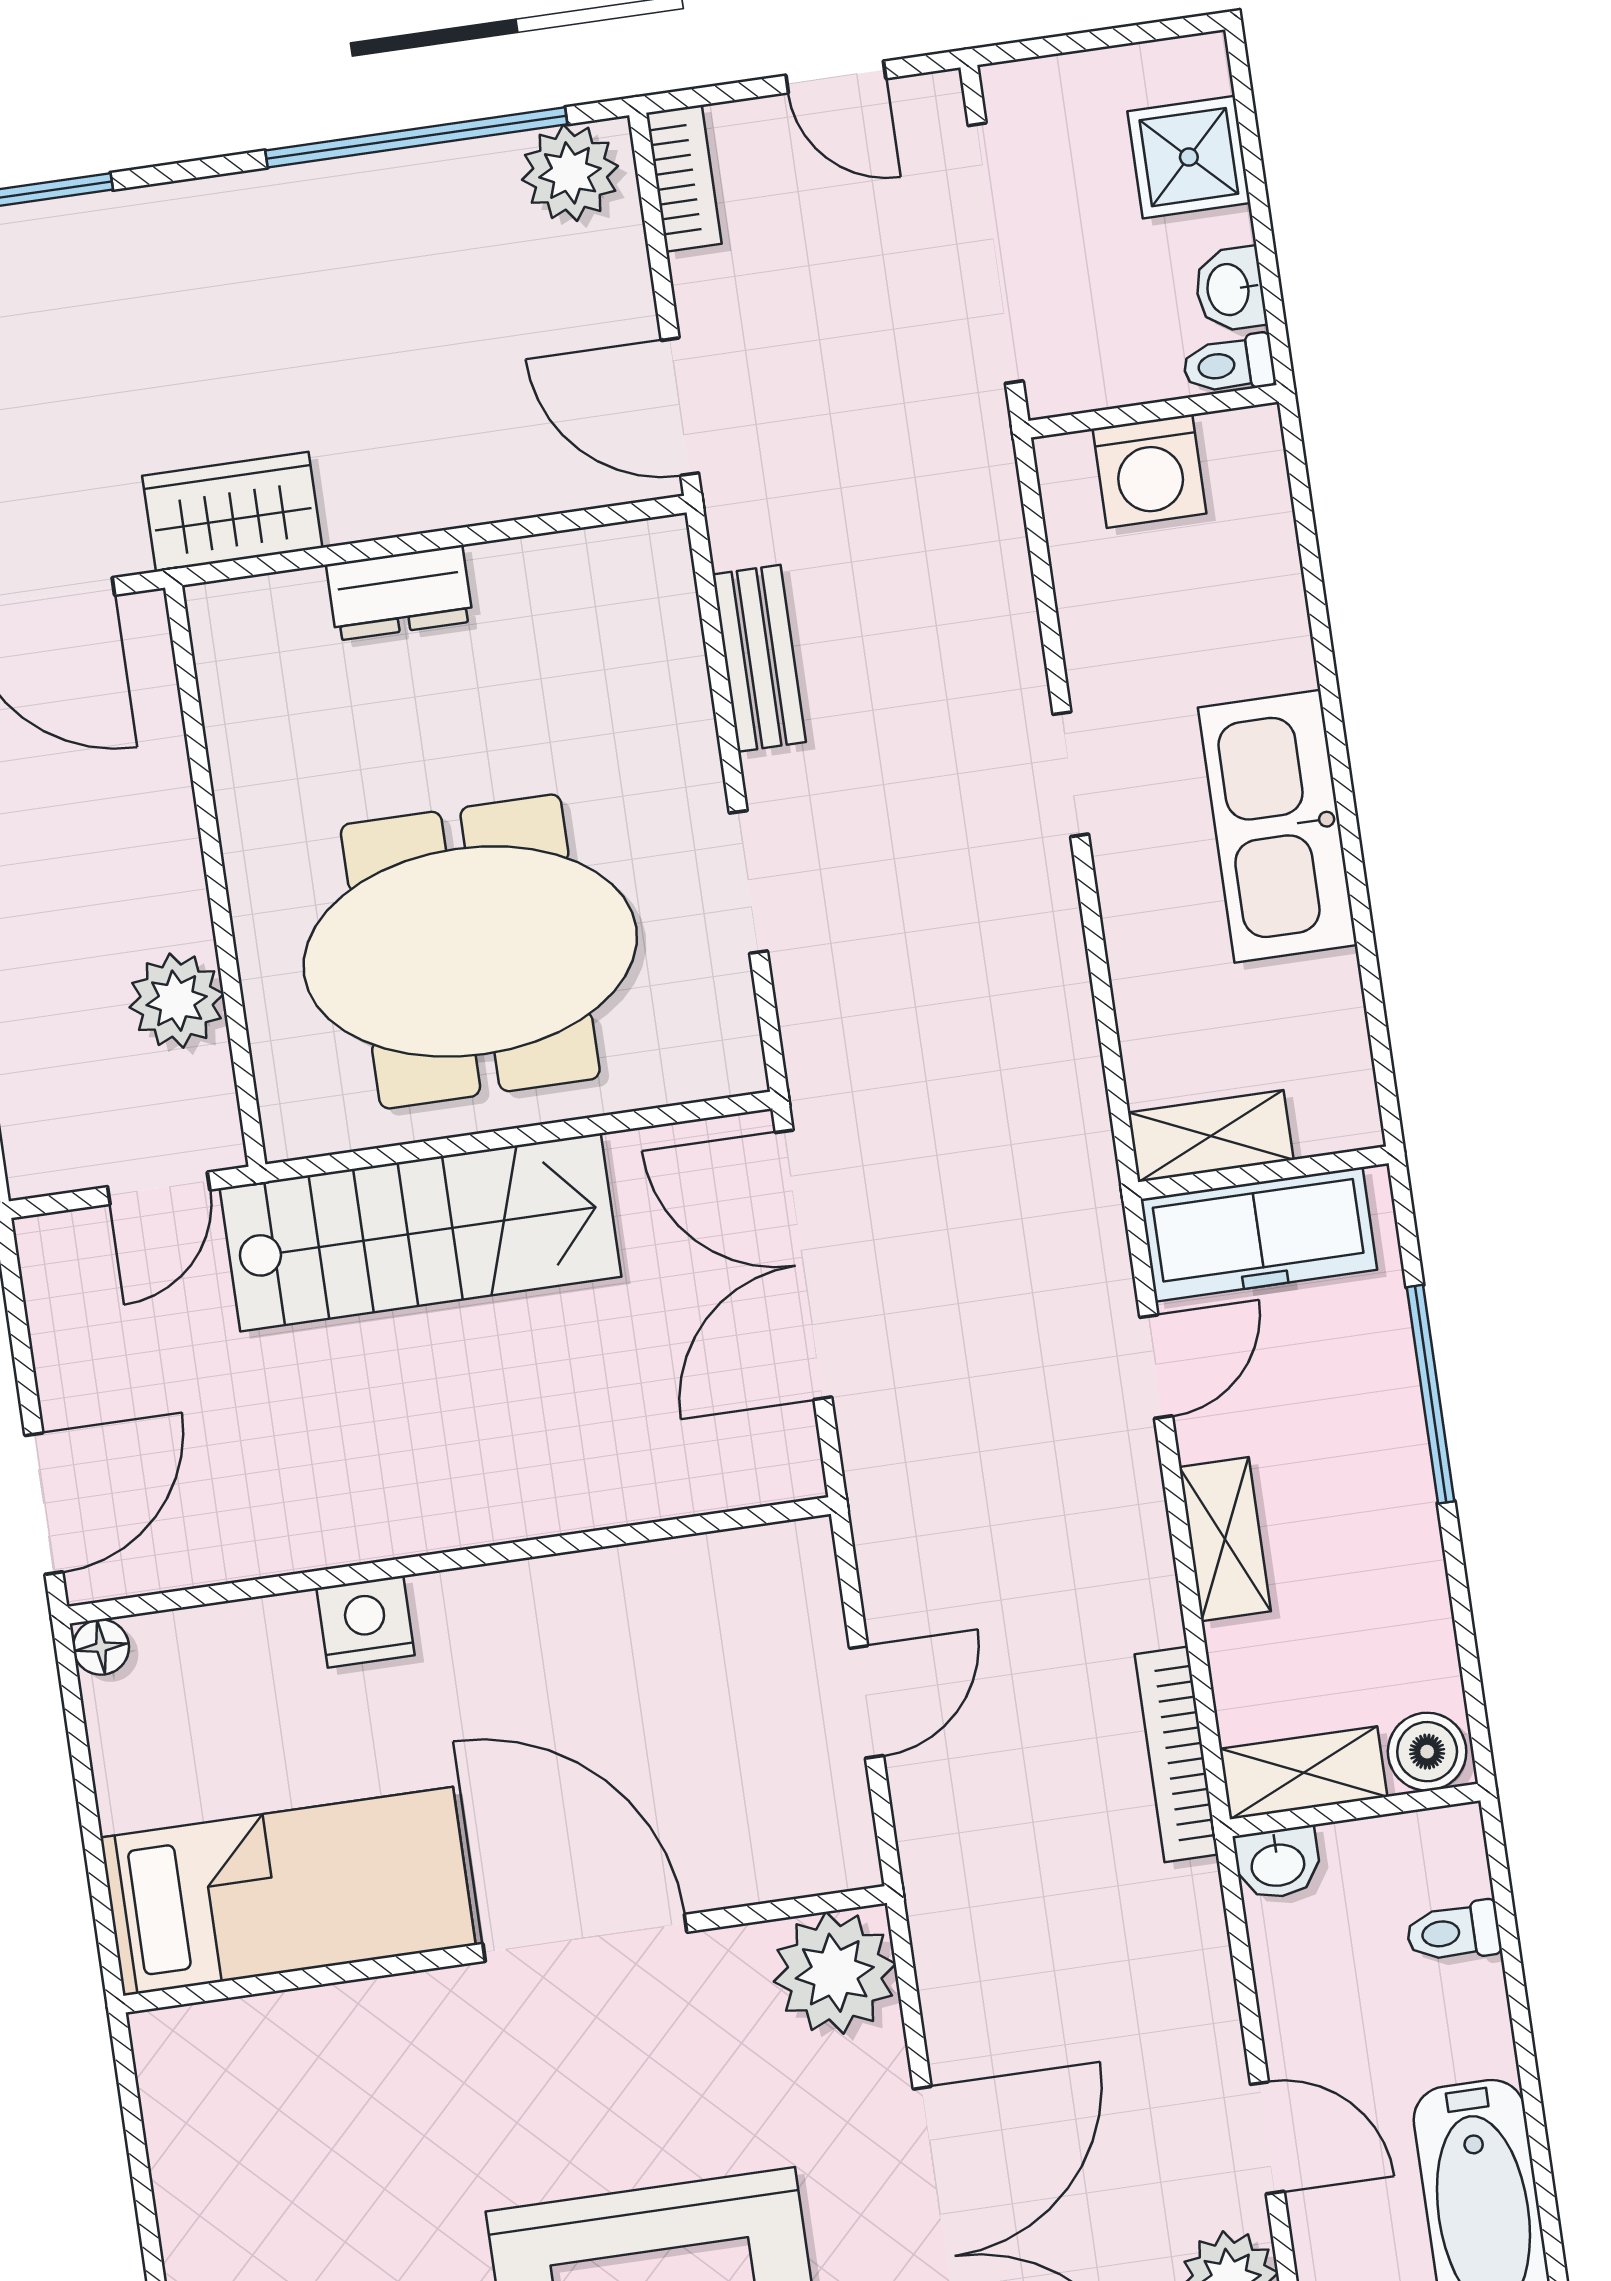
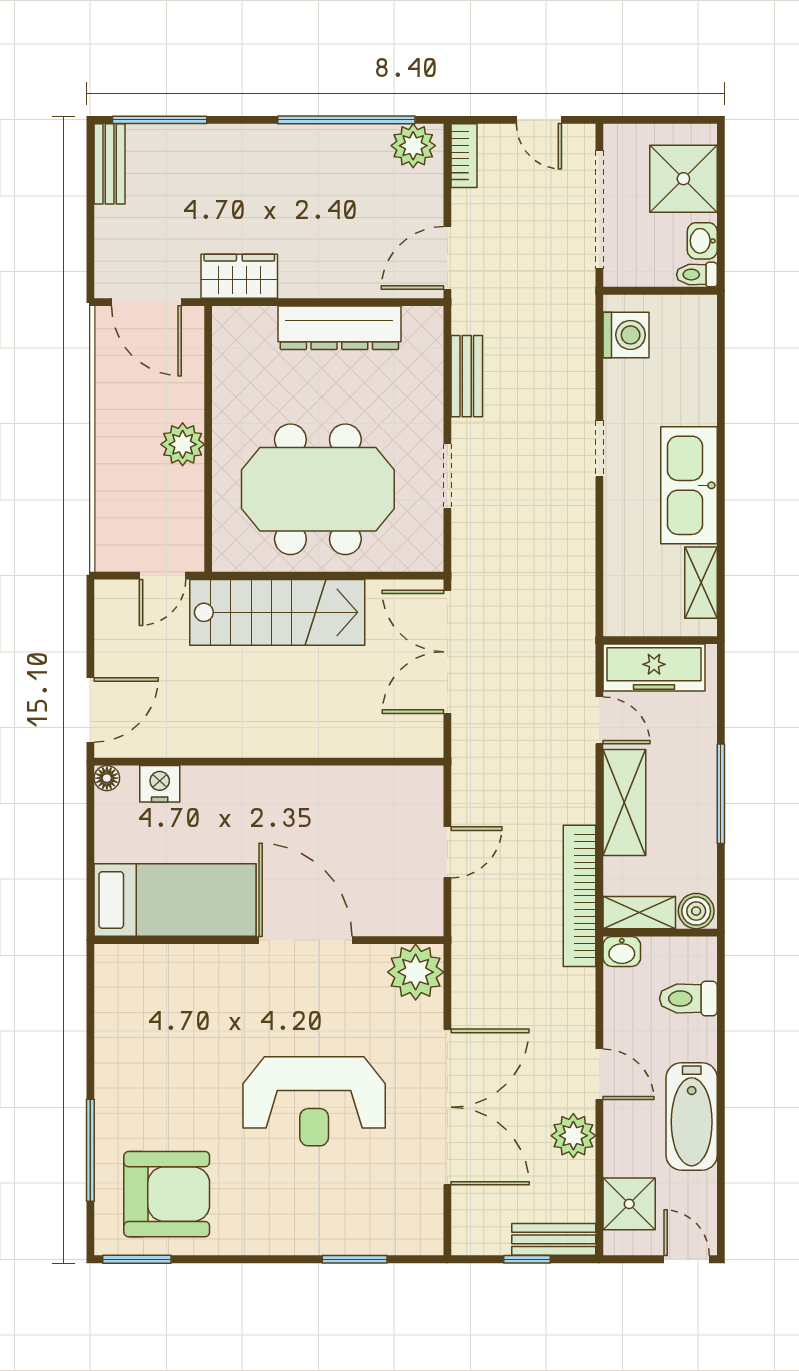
shower: (1189, 157) -> (683, 179), width x1.36, depth x1.36
door: (680, 407) -> (447, 258), hinge flipped
washing machine: (1149, 471) -> (626, 335), moved, turned -90
dresser: (400, 593) -> (339, 328), width x1.96, depth x1.24
plant: (177, 1001) -> (183, 444), moved
shelving: (1211, 1136) -> (701, 583), moved, turned 90
door: (1156, 1367) -> (599, 720), hinge flipped
window: (1430, 1394) -> (721, 794), moved
shelving: (1225, 1539) -> (624, 802), width x1.50, depth x1.33
nightstand: (366, 1622) -> (160, 784), moved
bookcase: (1176, 1754) -> (579, 896), width x1.48, depth x1.31
toilet: (1453, 1932) -> (688, 999), width x1.37, depth x1.39

